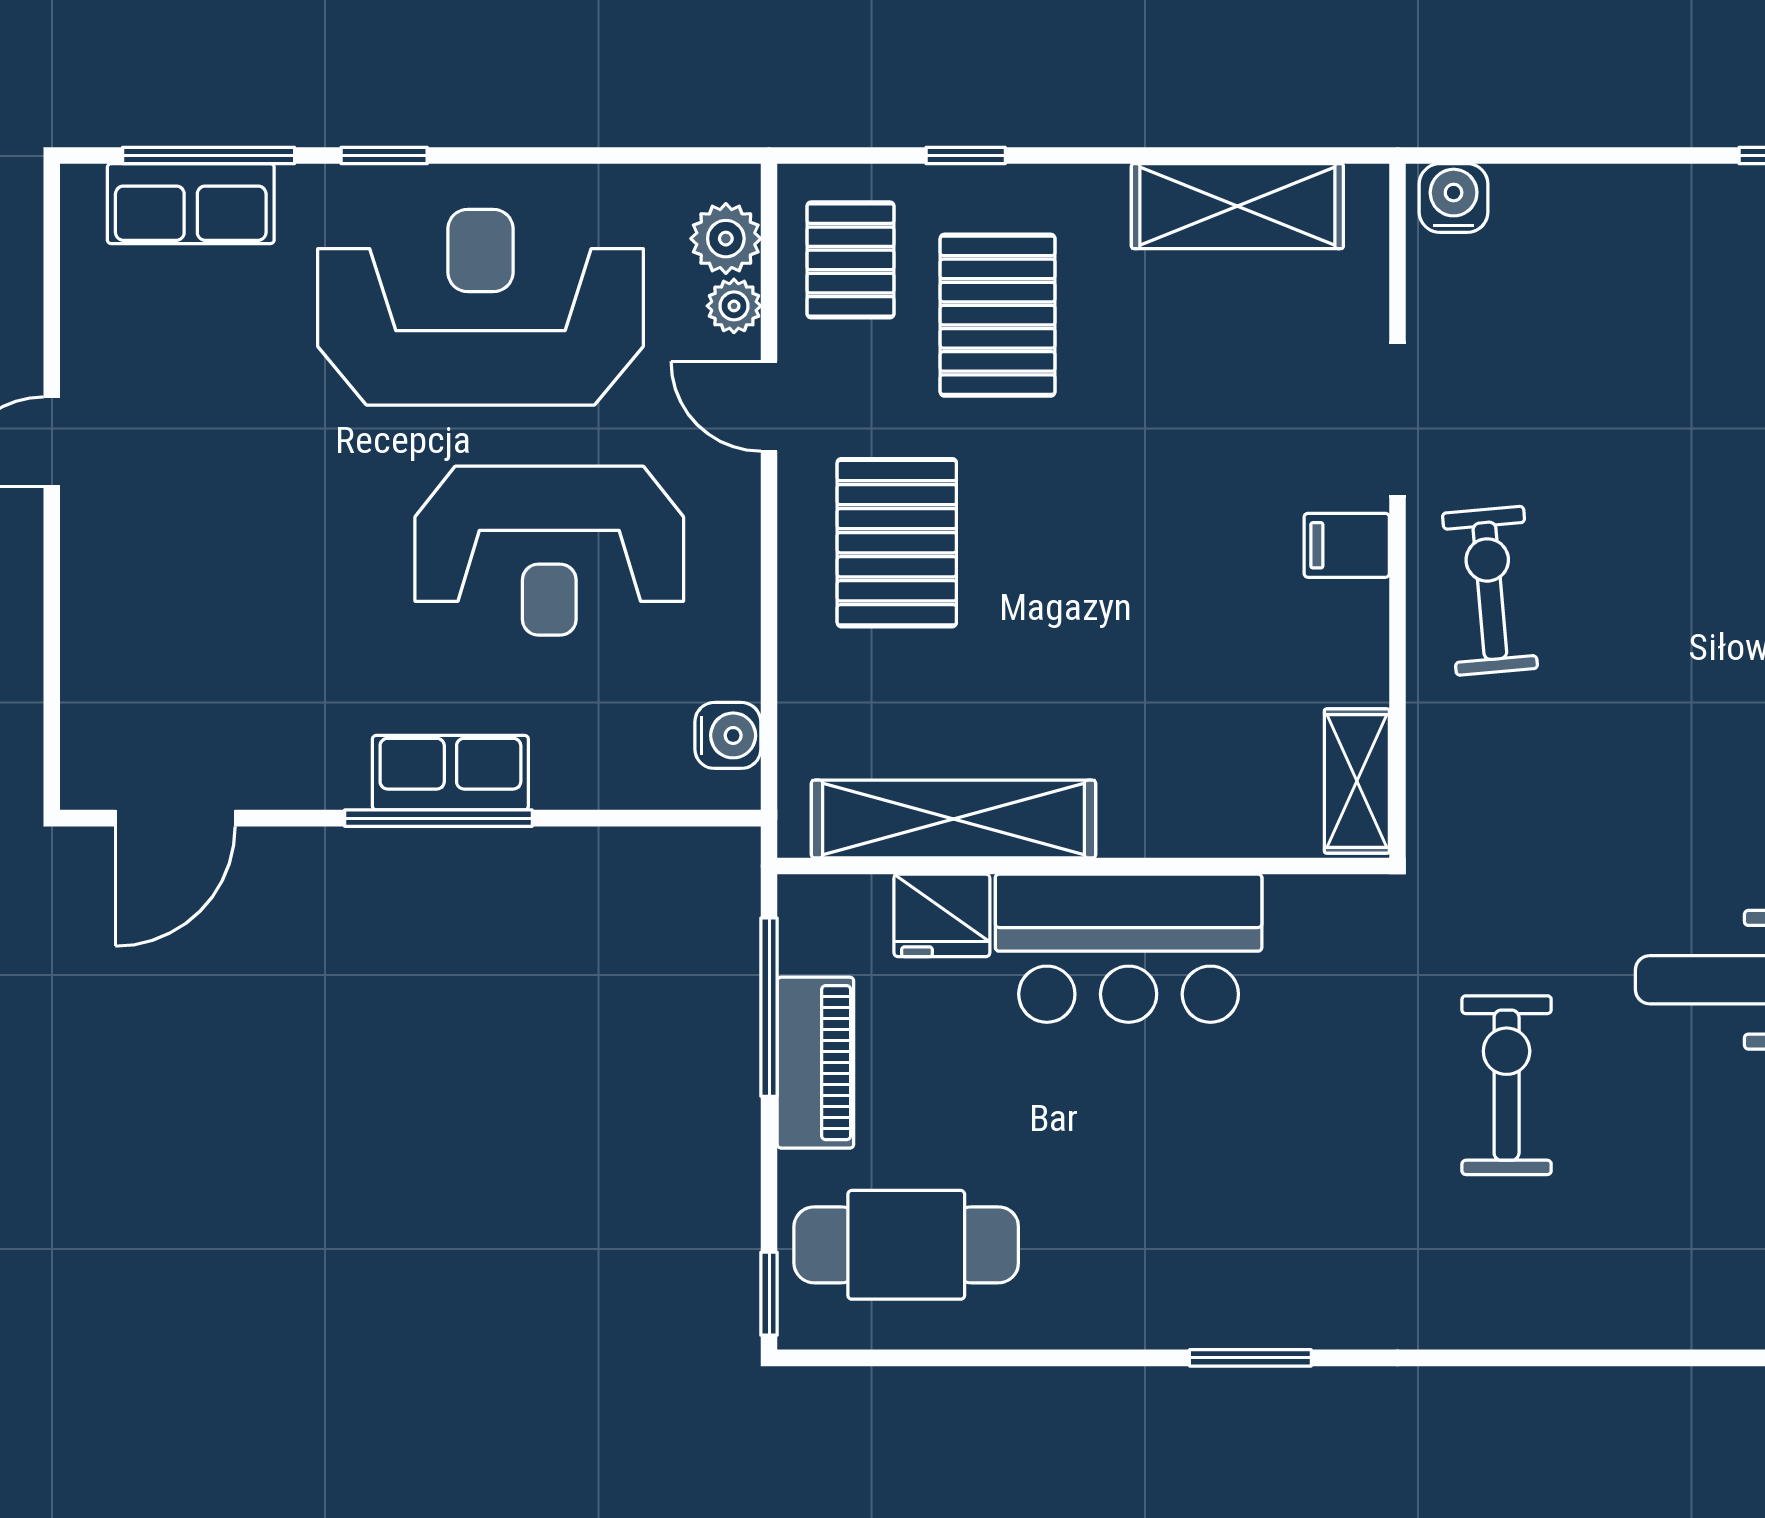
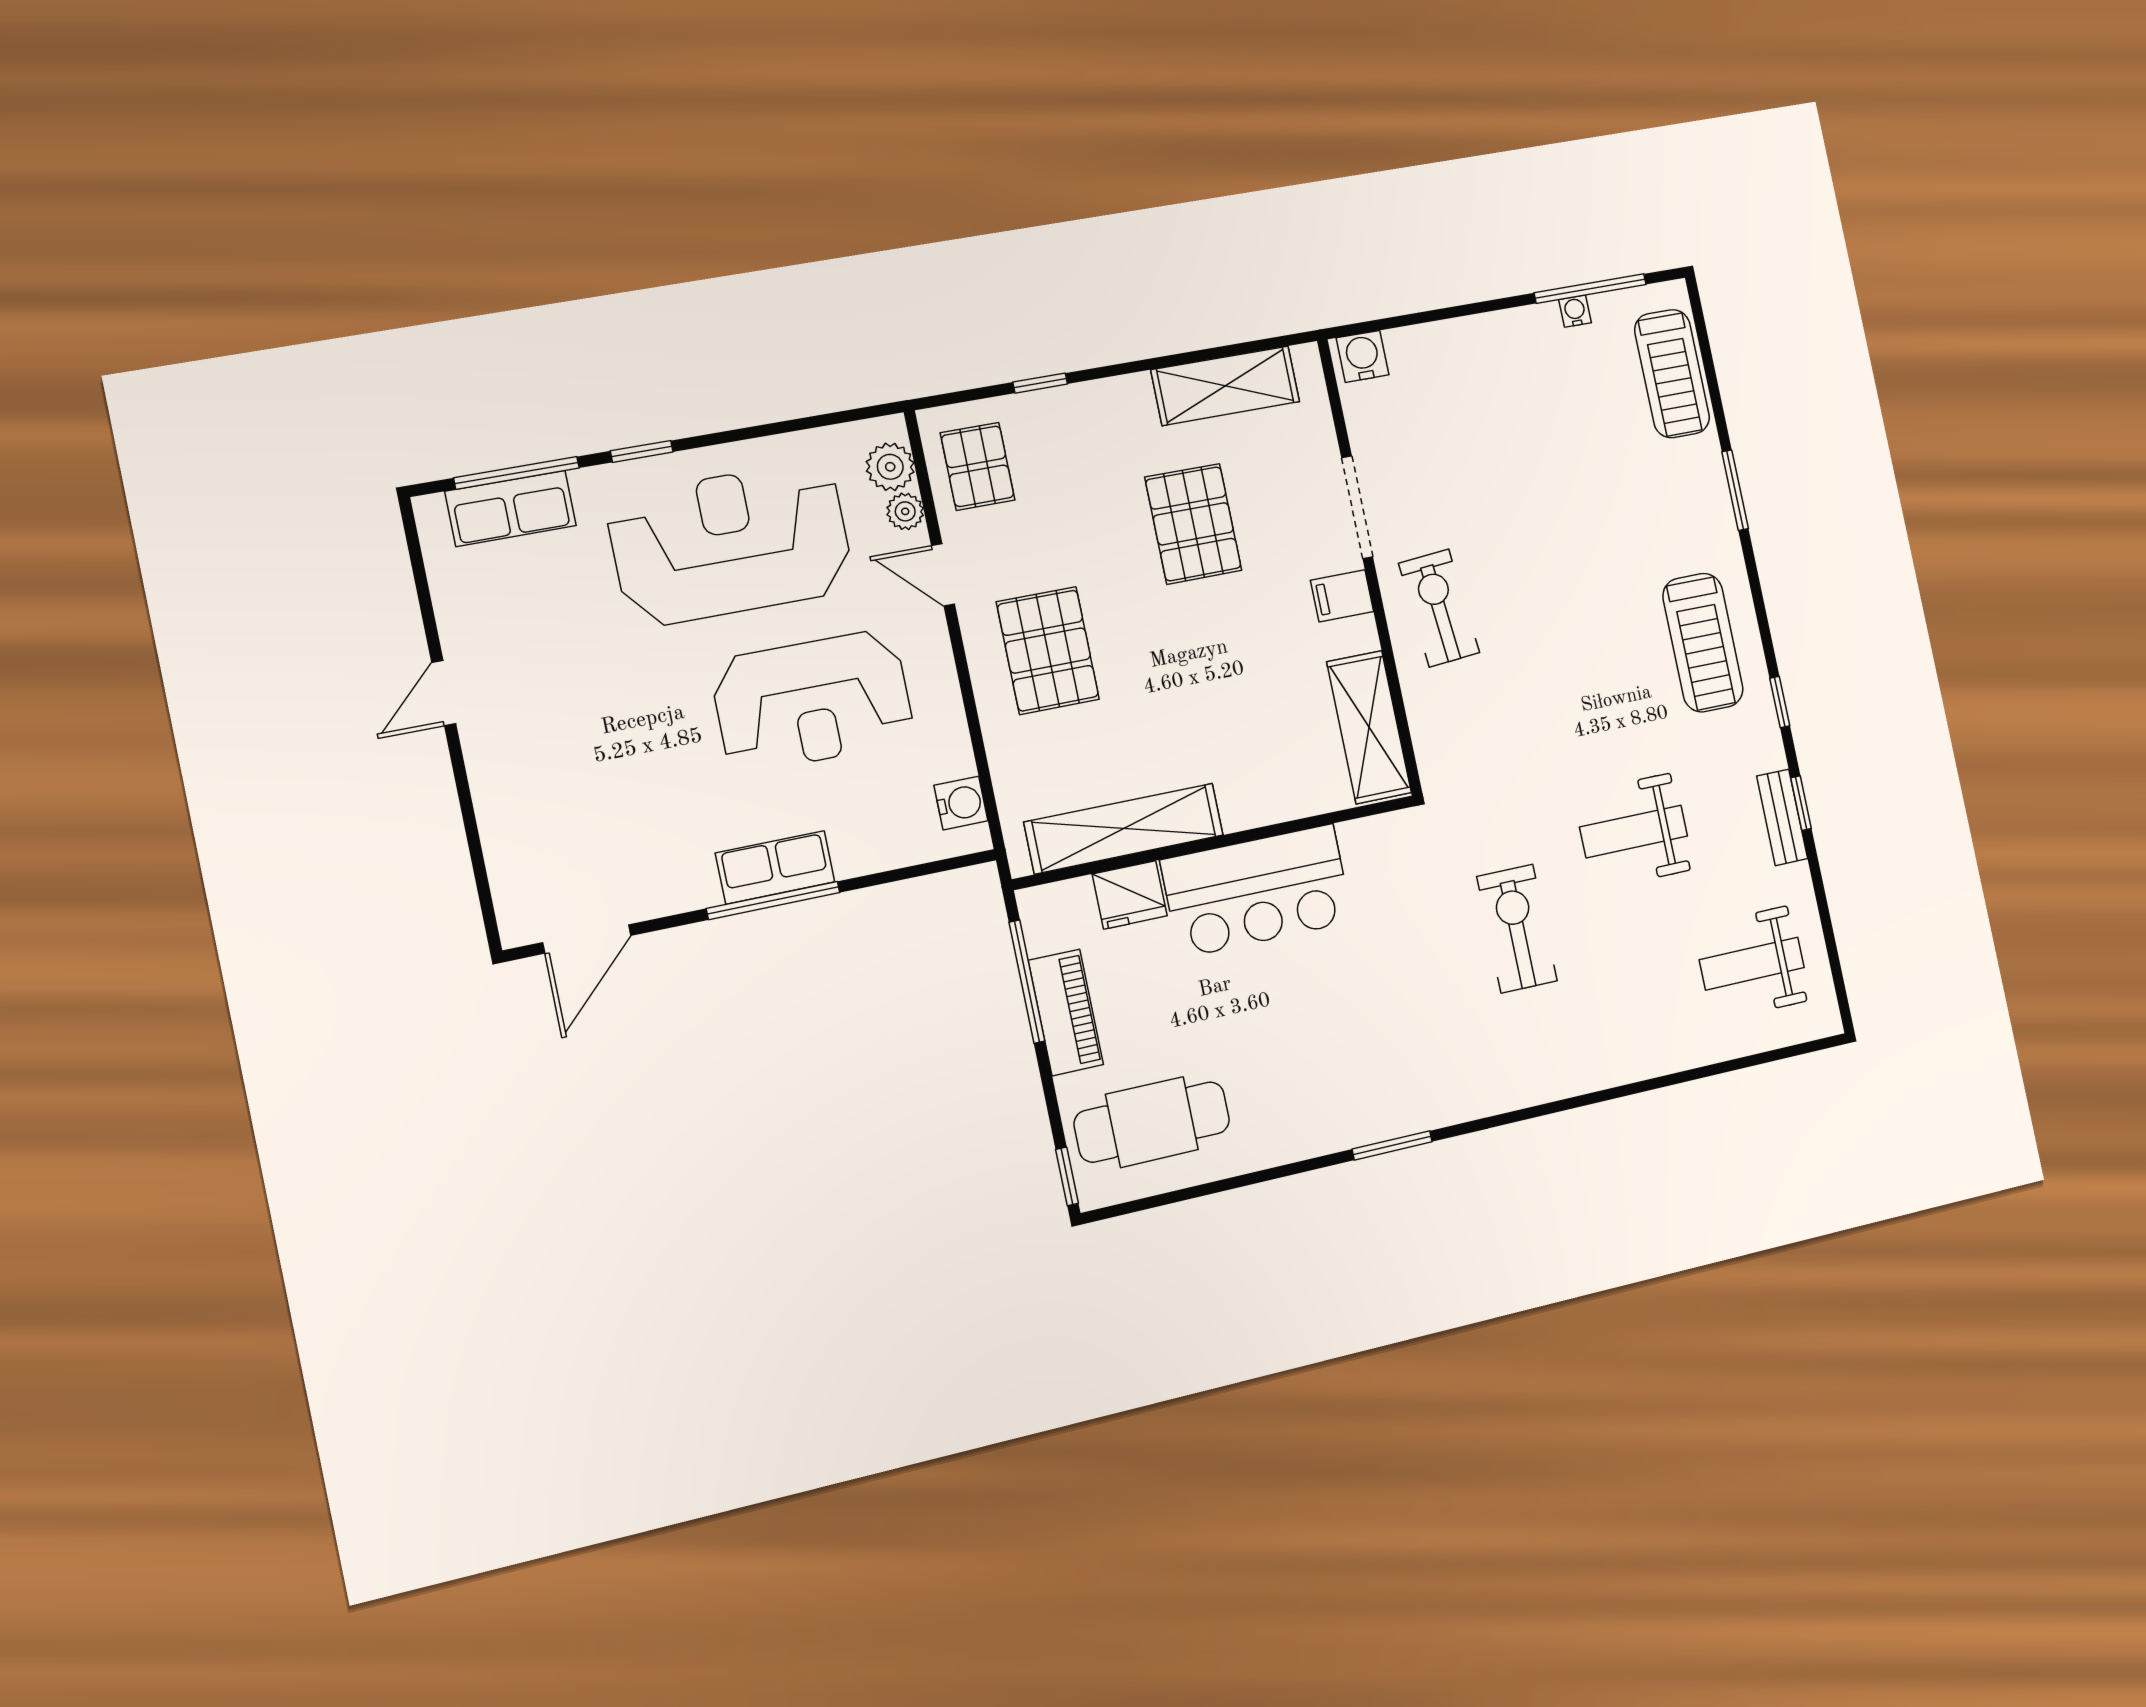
pallet: (998, 315) -> (1193, 524), moved
shelving: (1357, 781) -> (1369, 727), width x1.50, depth x1.33

